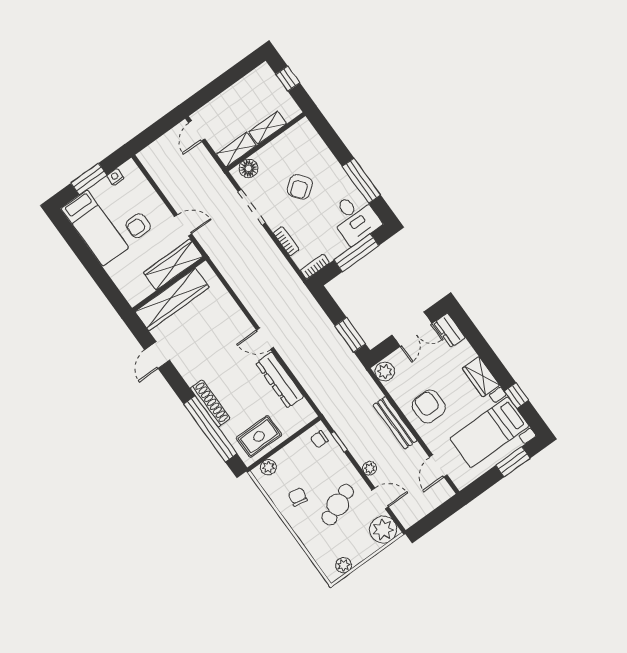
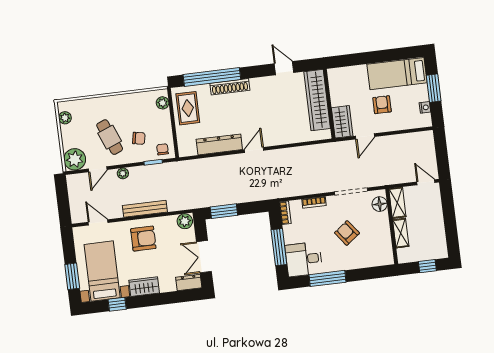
wardrobe: (173, 265) -> (342, 122), width x0.67
chair: (298, 497) -> (139, 138), moved

